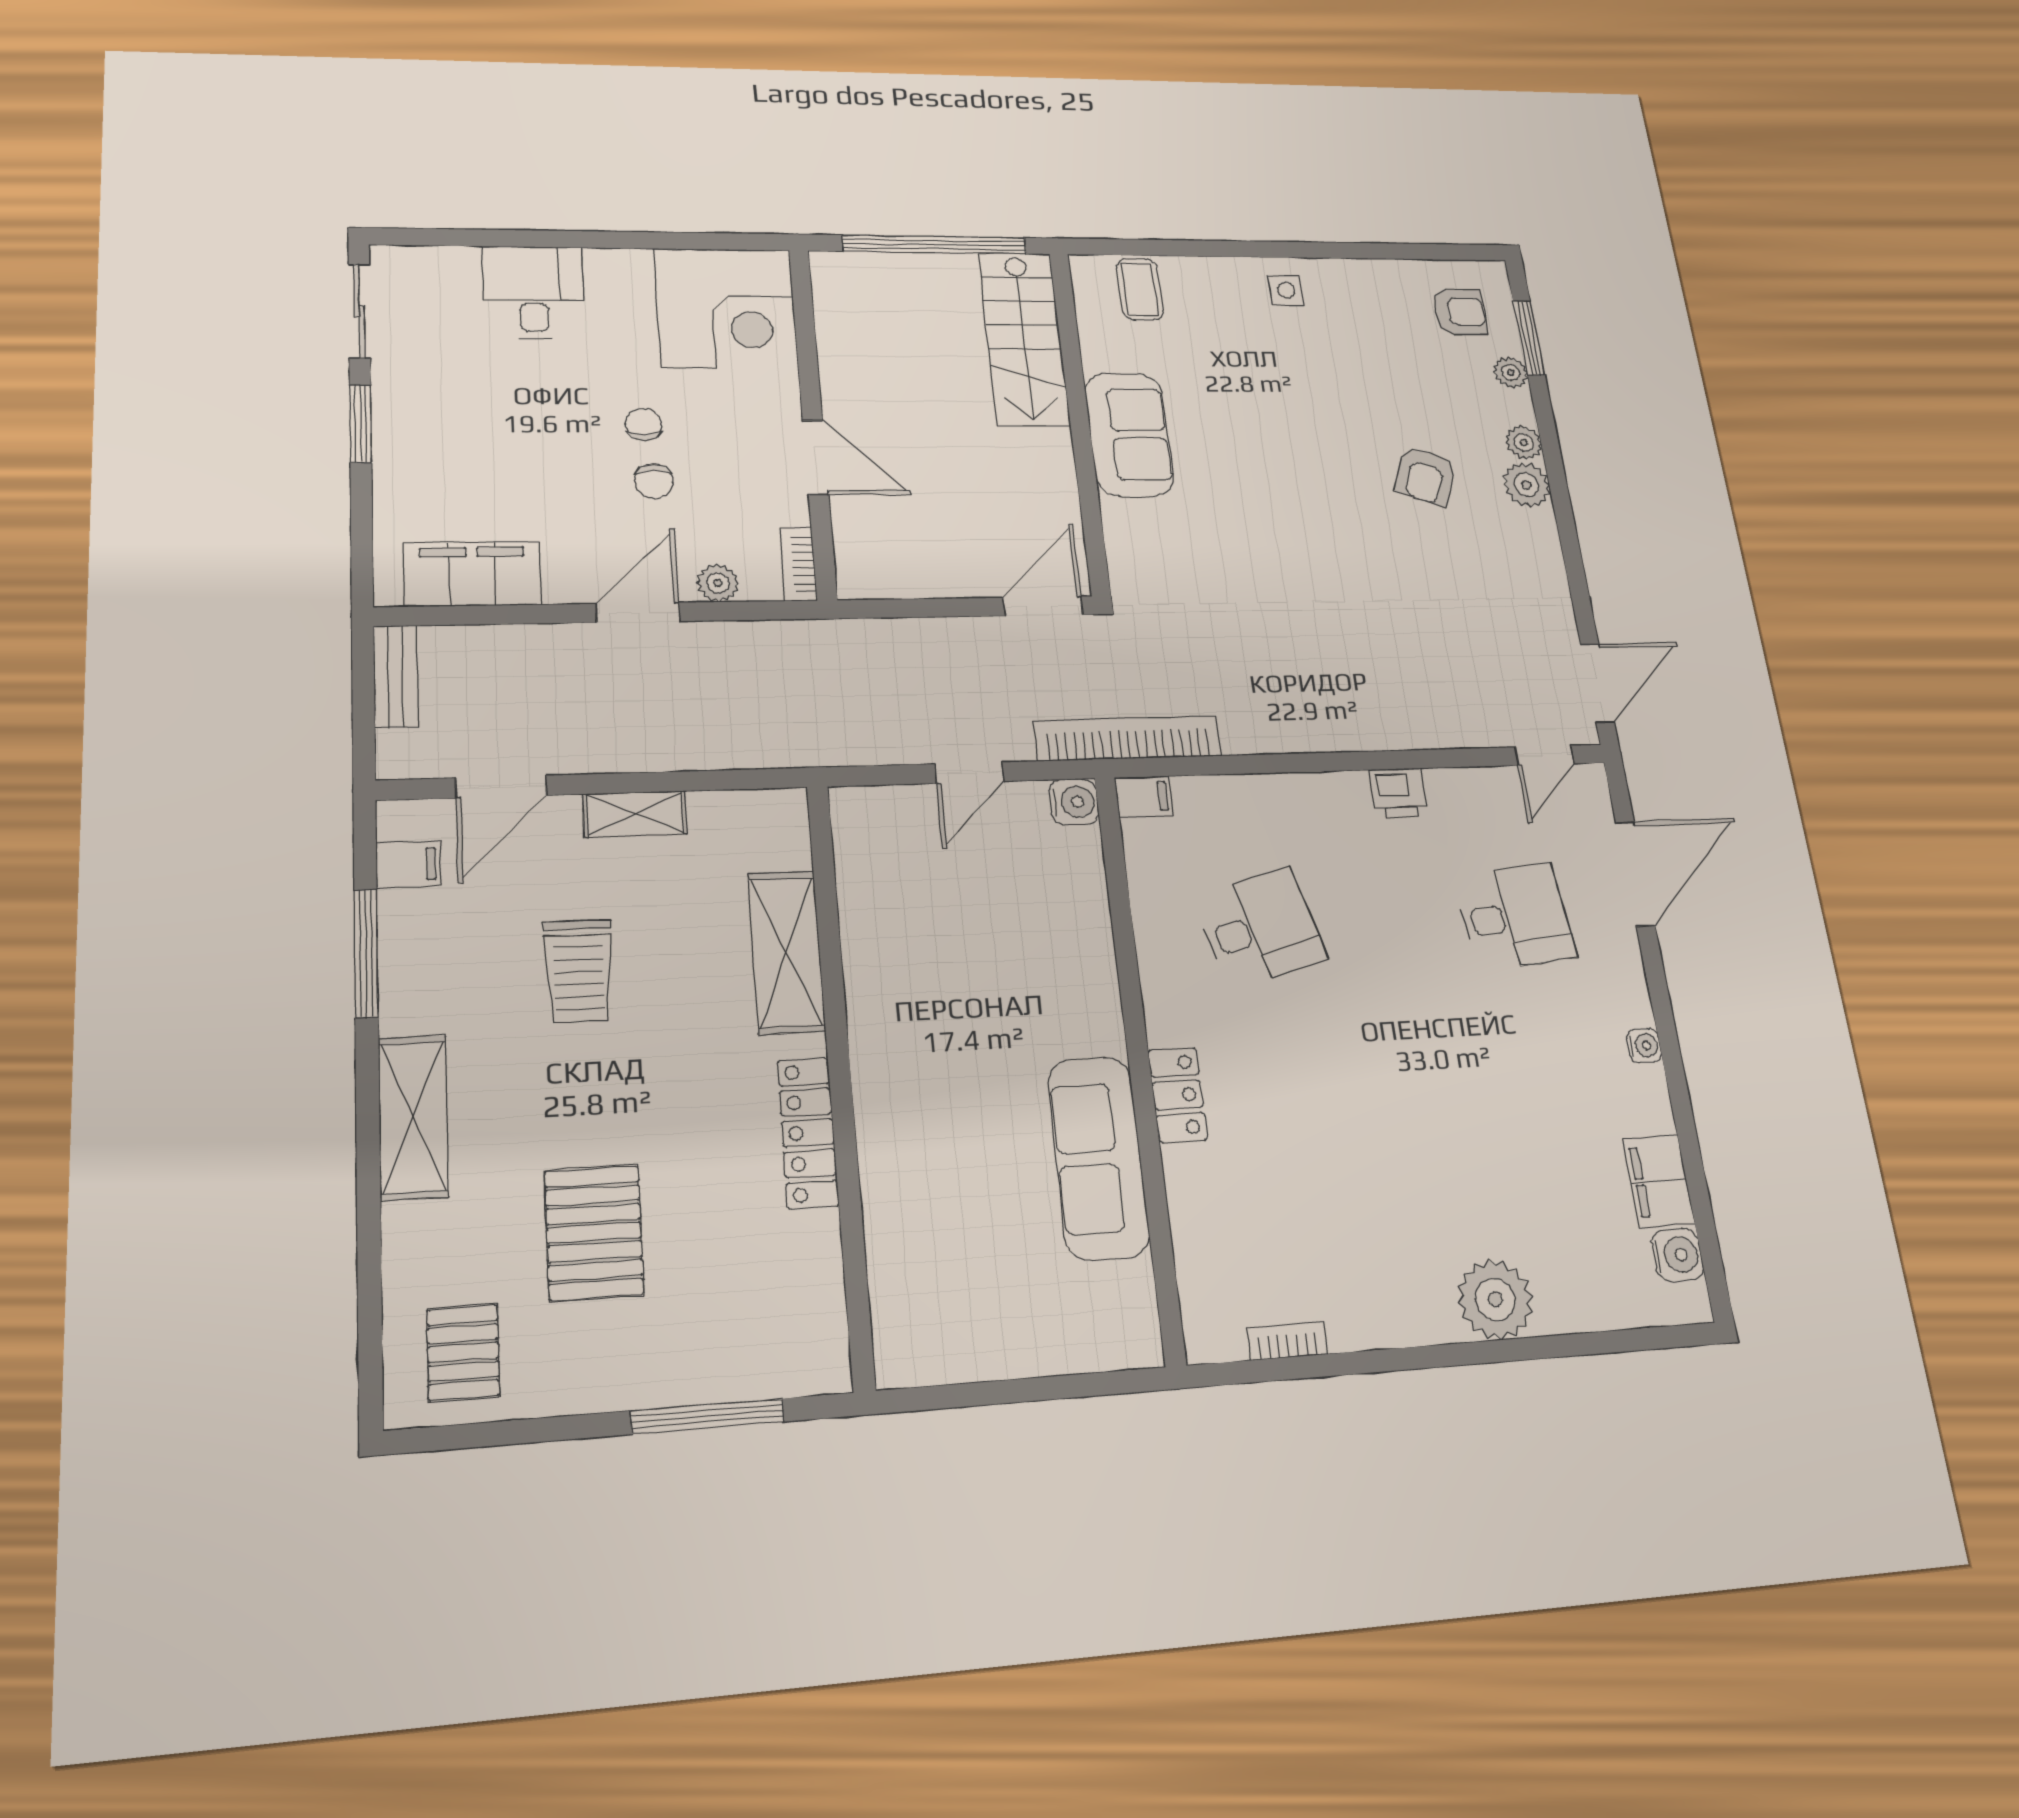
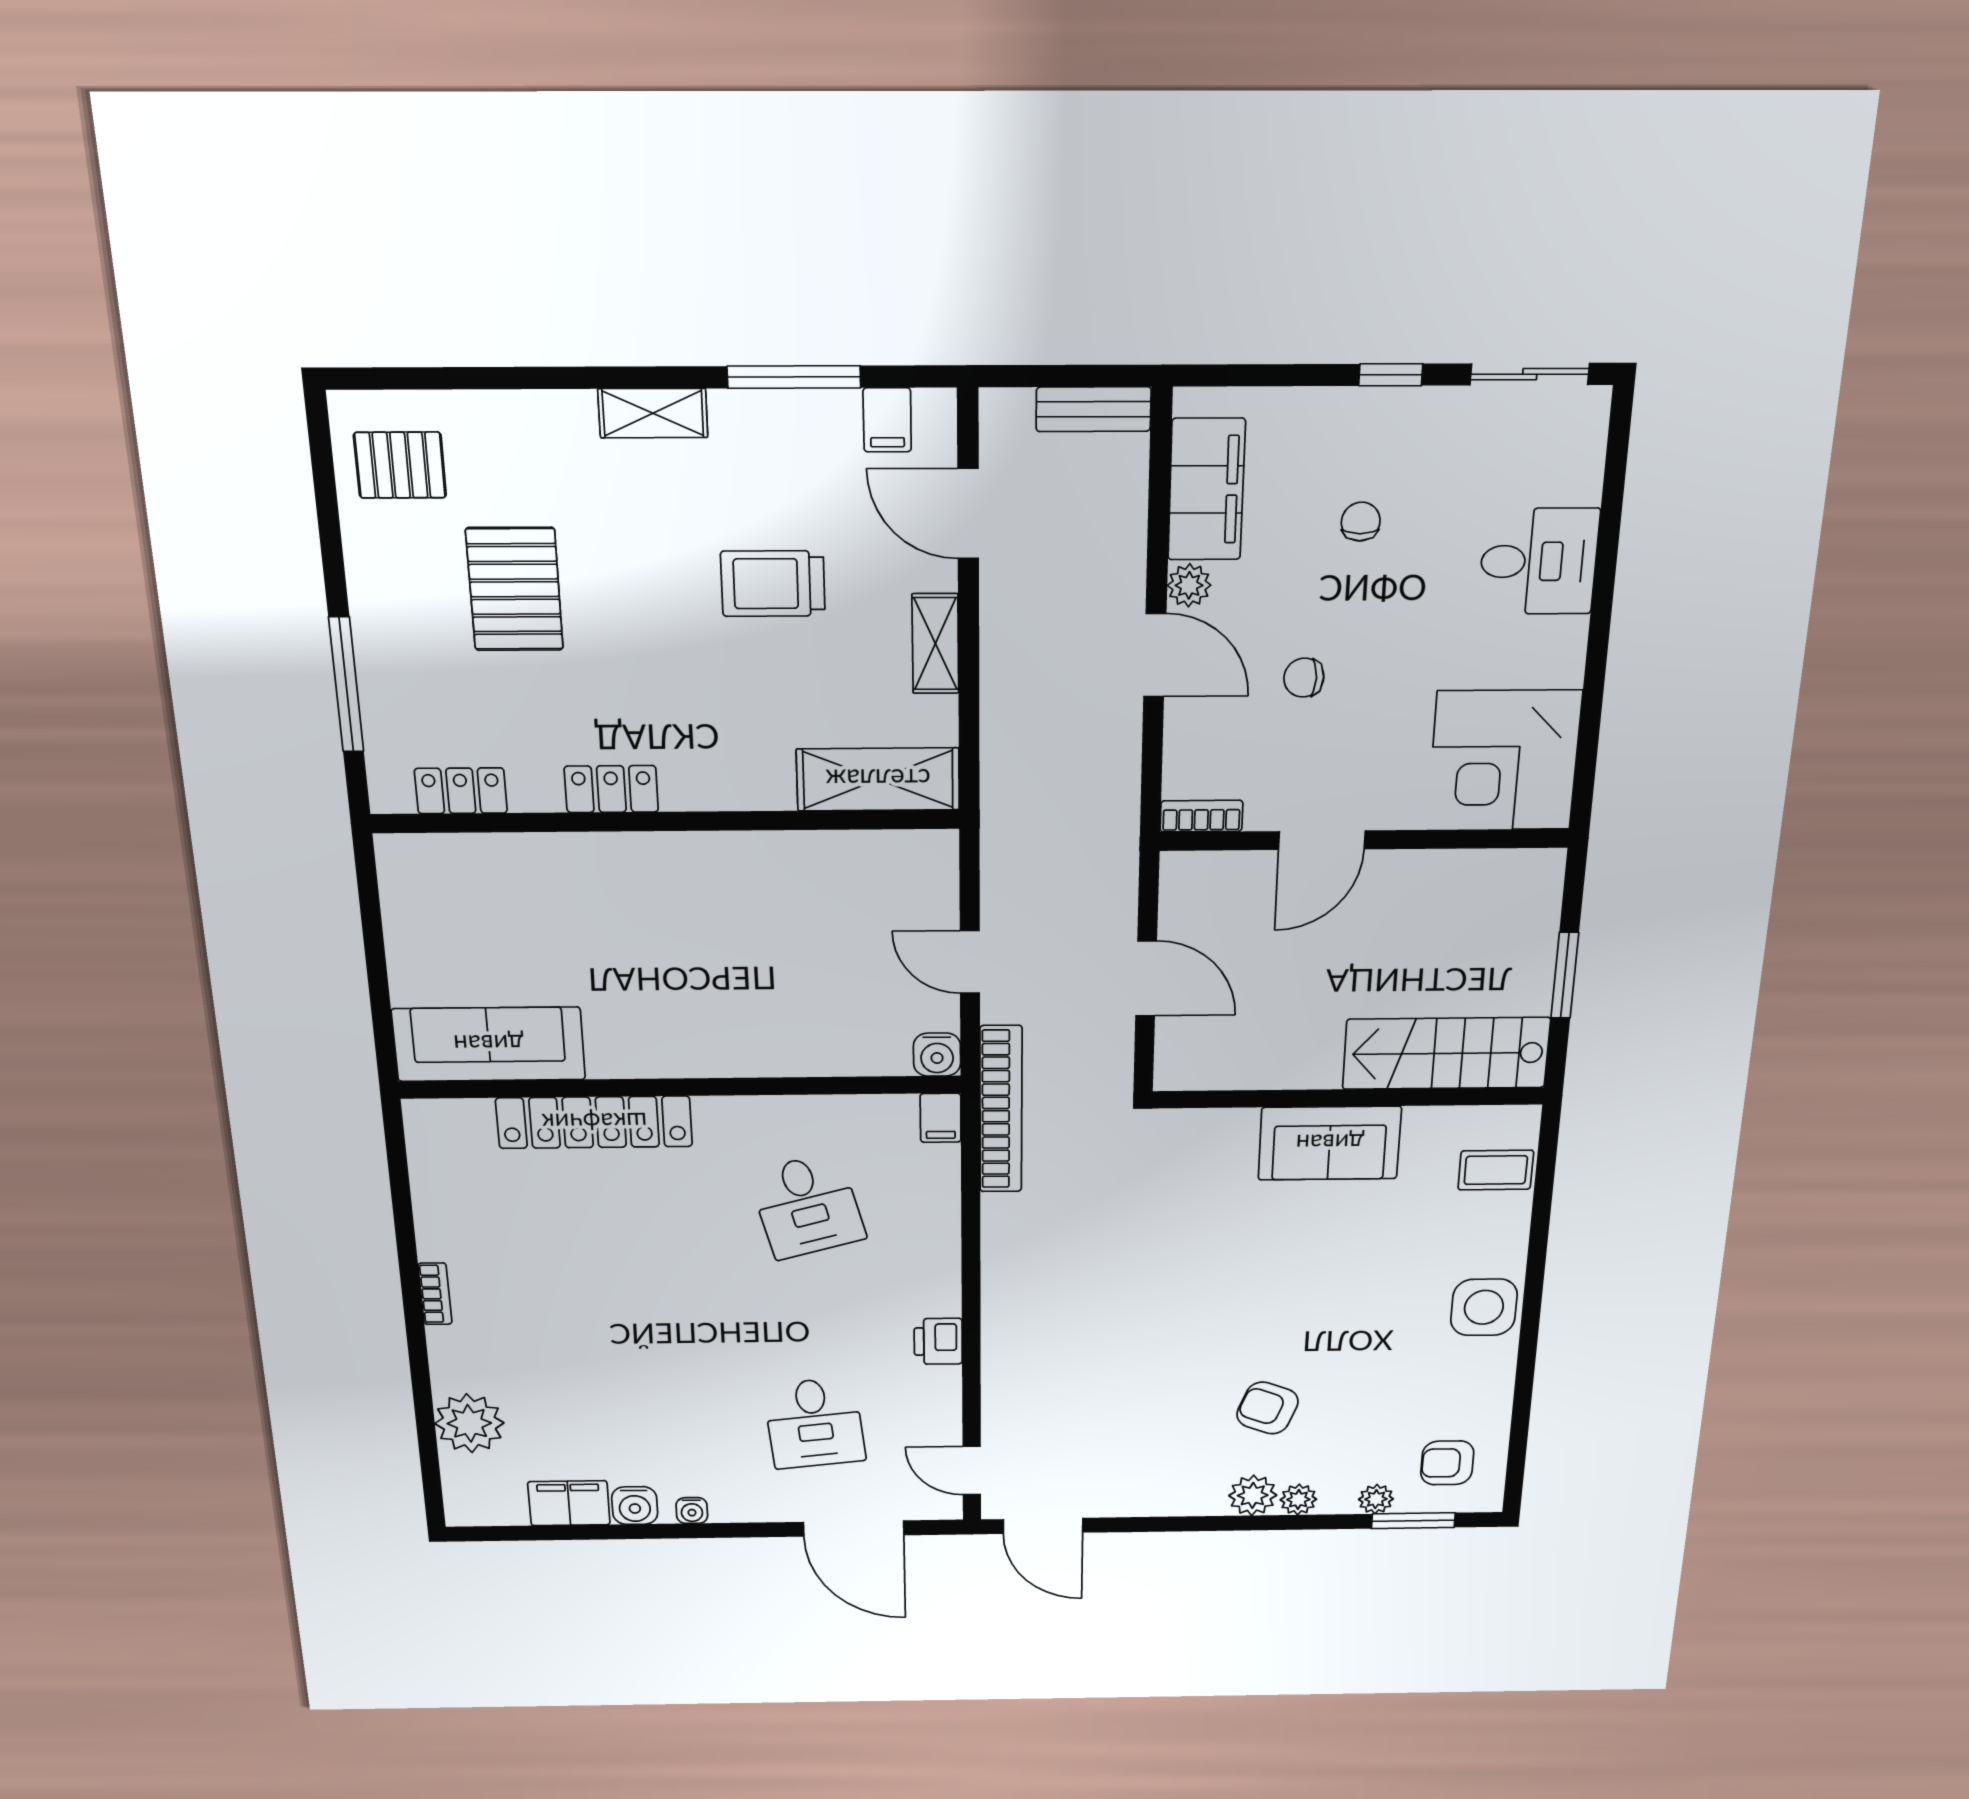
window: (935, 244) -> (1565, 975), width x0.47
side table: (1286, 290) -> (1484, 1307), width x1.87, depth x1.87
armchair: (1460, 312) -> (1447, 1463), turned 90
window: (361, 424) -> (1391, 375), width x0.67
chair: (644, 424) -> (1361, 522), moved, turned -90
plant: (718, 583) -> (1189, 585), moved
door: (1043, 606) -> (1146, 979), moved
shelving: (786, 952) -> (878, 779), moved
locker: (1178, 1095) -> (594, 1122), width x2.16, depth x1.21
shelving: (413, 1117) -> (653, 413), width x0.67, depth x0.75
locker: (808, 1133) -> (611, 789), width x0.66
sofa: (1098, 1158) -> (489, 1044), moved
pallet: (594, 1233) -> (515, 589), turned 90
water cooler: (1677, 1255) -> (635, 1506), moved
locker: (820, 1293) -> (461, 791), added
plant: (1495, 1299) -> (469, 1423), moved
bookcase: (1287, 1341) -> (435, 1294), moved

